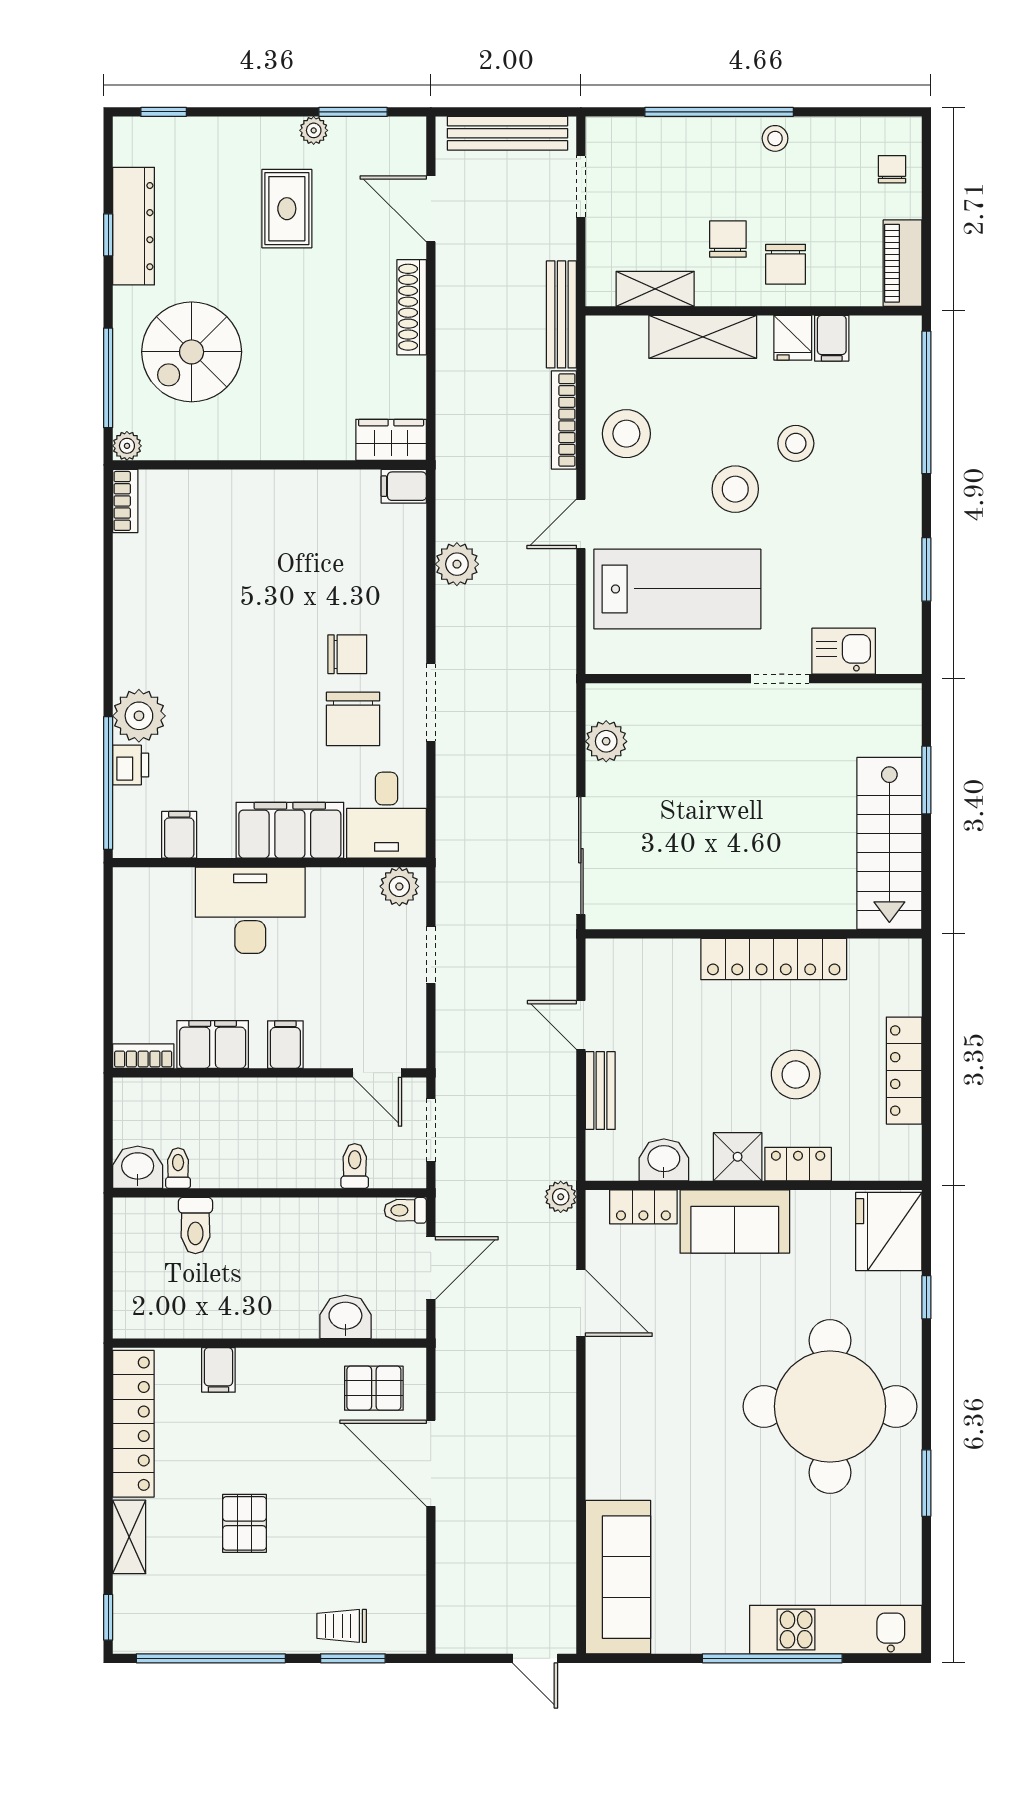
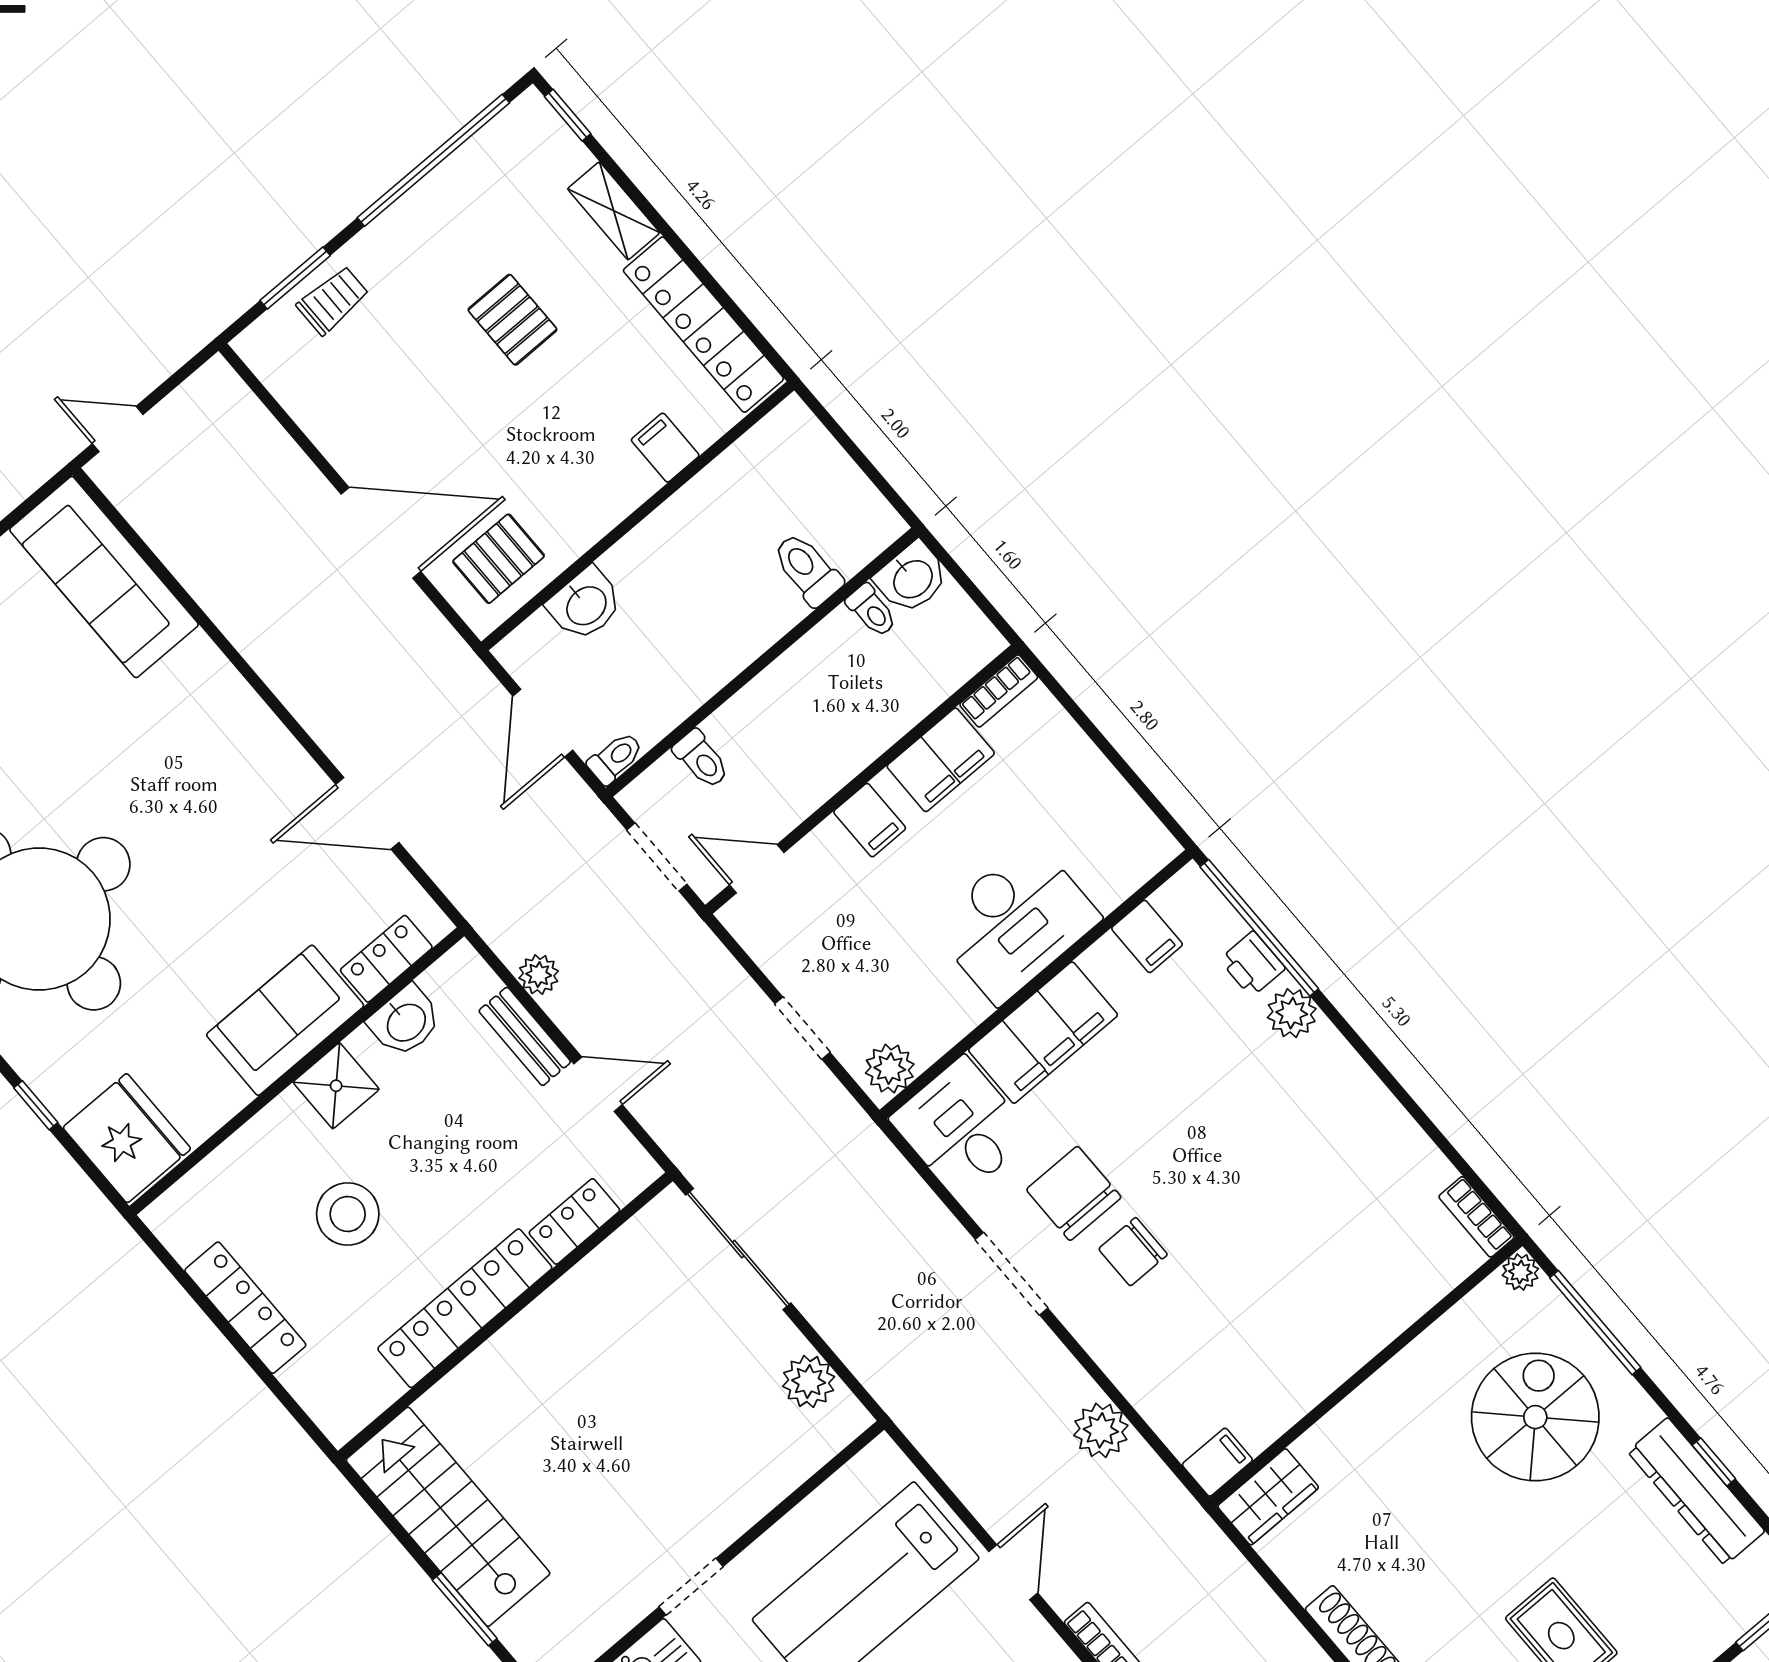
plant: (139, 716) -> (1292, 1013), width x0.73, depth x0.73
locker: (798, 1164) -> (574, 1221), moved, turned 180
plant: (561, 1197) -> (539, 975), moved

